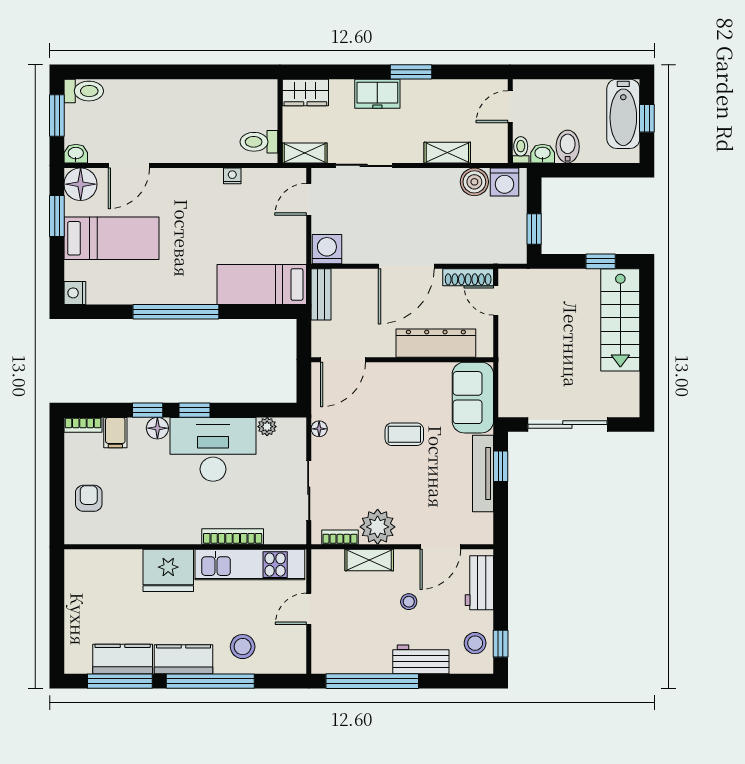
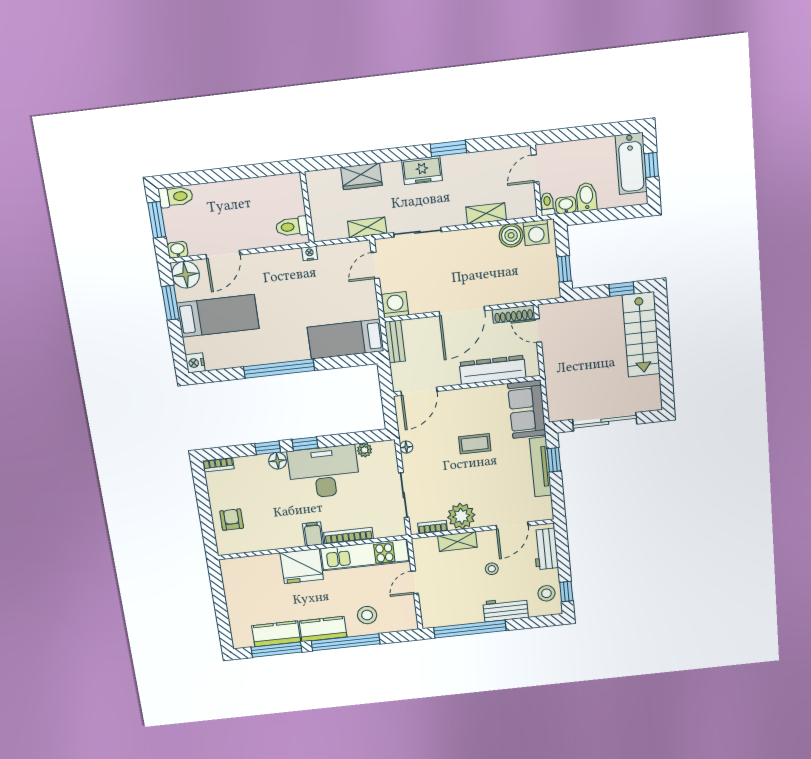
wall: (280, 121) -> (307, 207), moved
toilet: (259, 142) -> (292, 227), moved
filing cabinet: (115, 433) -> (313, 534), moved, turned 180

